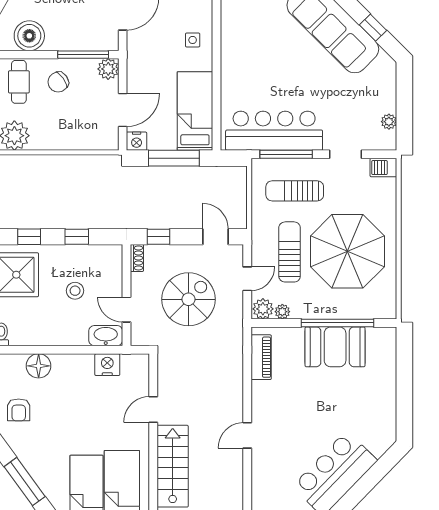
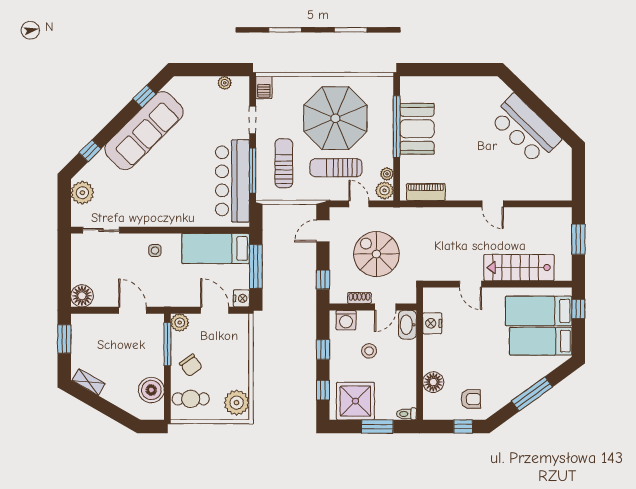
sun lounger: (295, 191) -> (284, 163), turned 180
shoe rack: (137, 258) -> (359, 298), moved
washing machine: (111, 264) -> (346, 320), added

